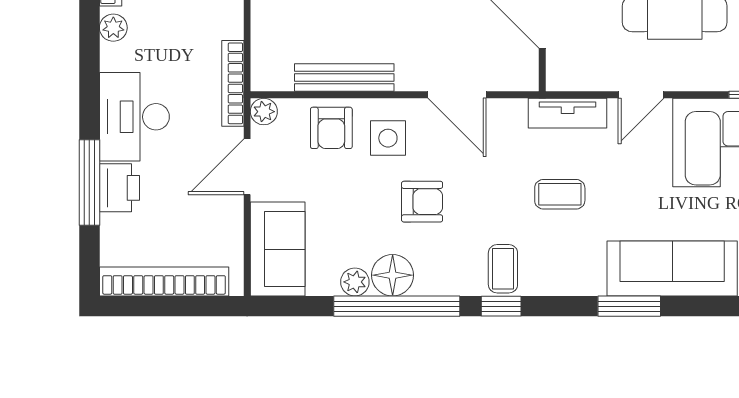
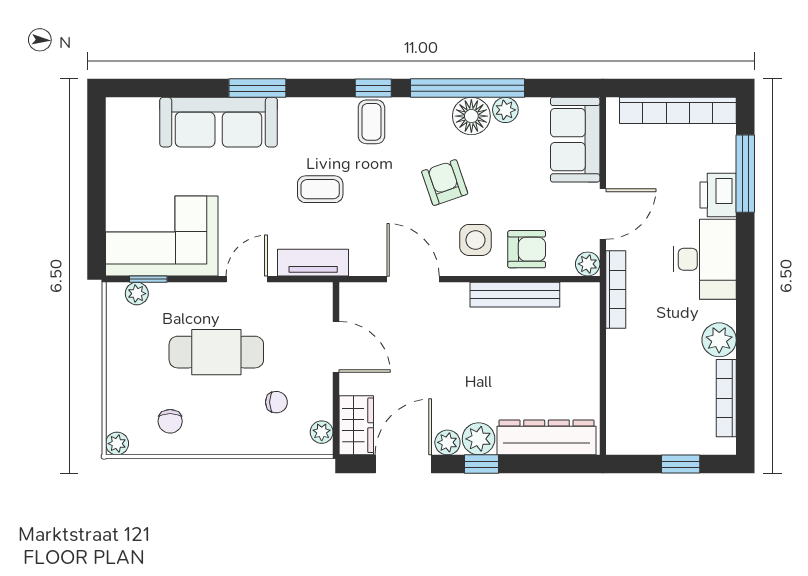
plant: (113, 28) -> (719, 340), width x1.38, depth x1.38
armchair: (331, 128) -> (527, 249), turned 90
window: (89, 182) -> (745, 174), moved
armchair: (422, 202) -> (445, 183), turned 71

